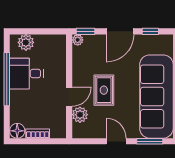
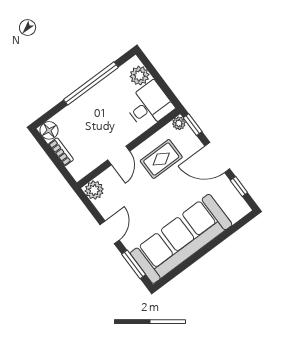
desk: (26, 74) -> (149, 105), moved, turned 90
rug: (104, 90) -> (161, 159), moved
door: (69, 97) -> (119, 156), hinge flipped
plant: (80, 115) -> (94, 190), moved

